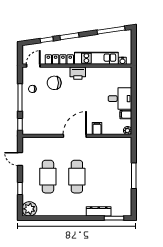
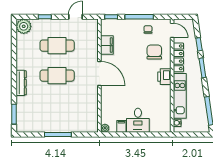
filing cabinet: (97, 129) -> (107, 45), moved, width x2.00
dresser: (99, 211) -> (21, 83), moved

